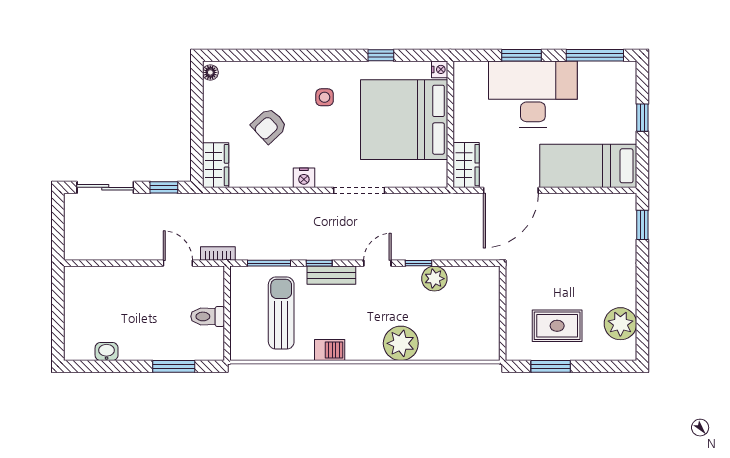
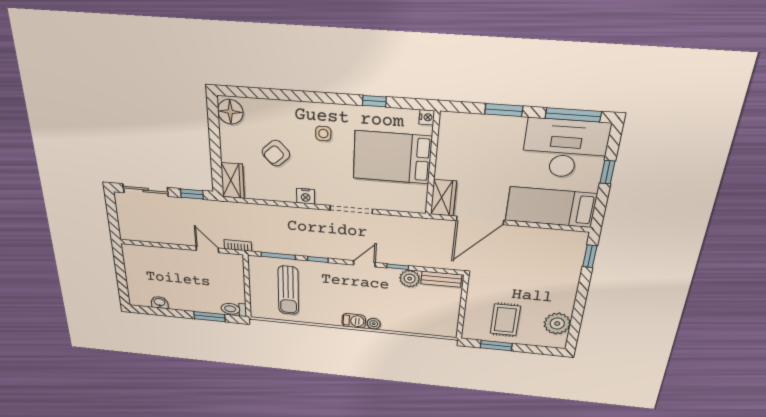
floor lamp: (210, 72) -> (230, 112), width x1.89, depth x1.89
desk: (533, 94) -> (565, 149), moved
bed: (404, 120) -> (392, 157), width x0.73
bench: (331, 275) -> (441, 279), moved
sun lounger: (281, 313) -> (288, 290), turned 180
toilet: (208, 316) -> (234, 309), moved
rug: (557, 326) -> (505, 320), turned 90
plant: (401, 343) -> (374, 324), width x0.53, depth x0.53
barbecue: (330, 350) -> (354, 321), moved

